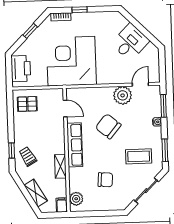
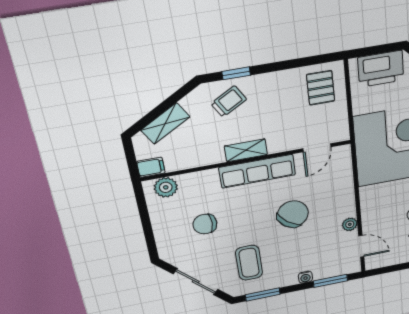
plant: (123, 95) -> (350, 224), width x0.53, depth x0.53
shelving: (60, 166) -> (246, 150), moved
chair: (105, 180) -> (205, 224), turned 86

